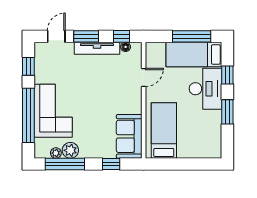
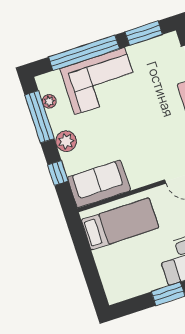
window: (28, 66) -> (144, 33), width x1.50
plant: (70, 150) -> (66, 141), moved

